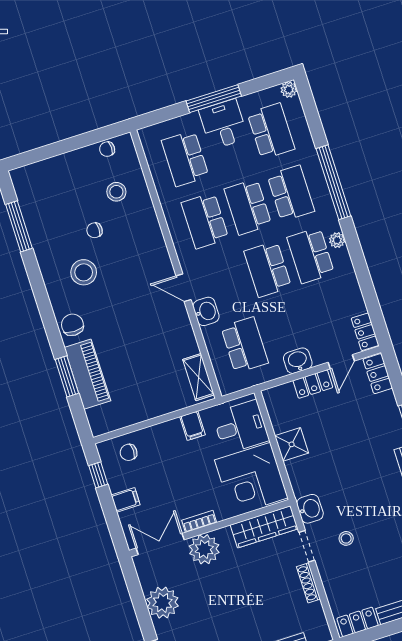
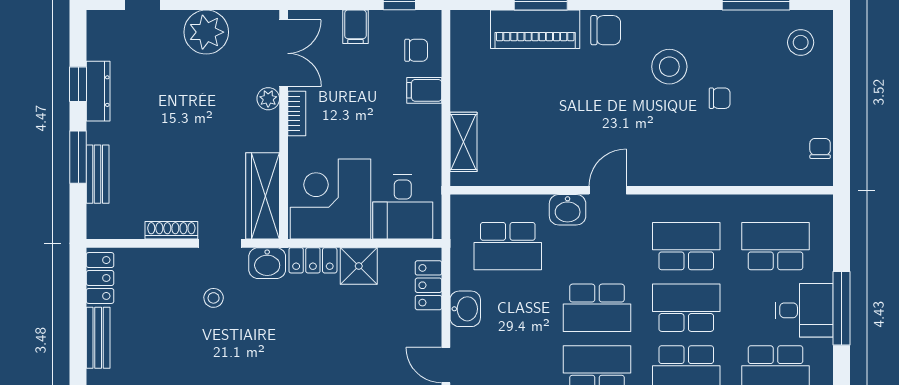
stool: (116, 192) -> (801, 42), moved
chair: (94, 230) -> (720, 98), turned 90
school desk: (268, 269) -> (597, 308), turned 180
shelving: (198, 377) -> (463, 142), moved, turned 90
locker: (313, 384) -> (428, 285), moved
filing cabinet: (193, 426) -> (424, 90), moved
chair: (129, 452) -> (416, 50), turned 90
locker: (298, 478) -> (313, 260), added
plant: (204, 549) -> (268, 99), width x0.53, depth x0.53

